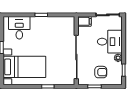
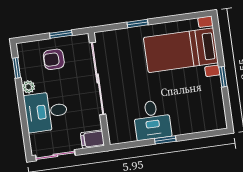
desk: (19, 28) -> (152, 120), moved

